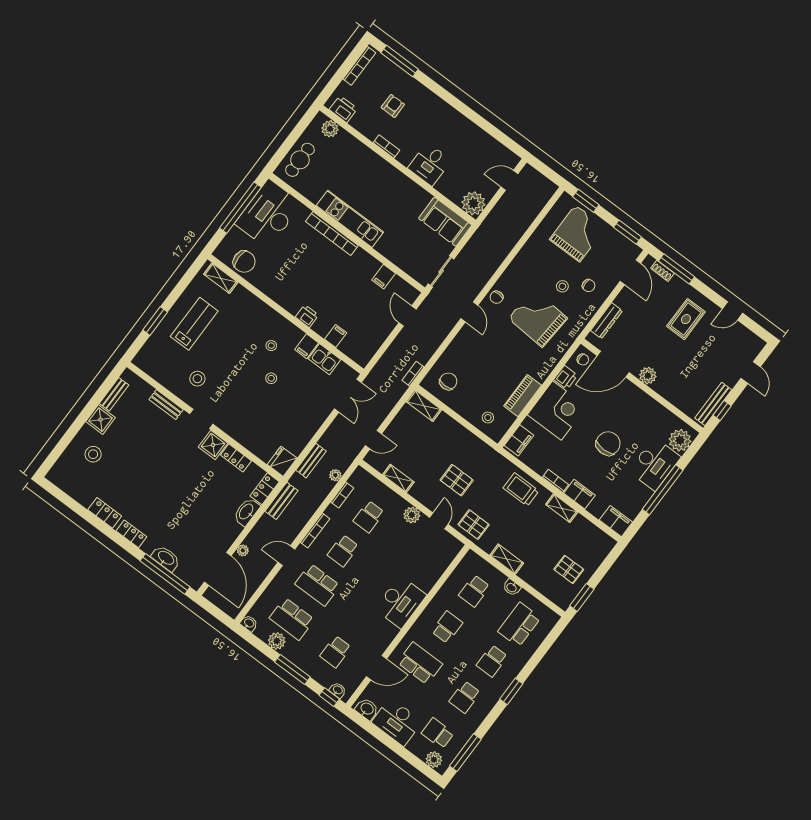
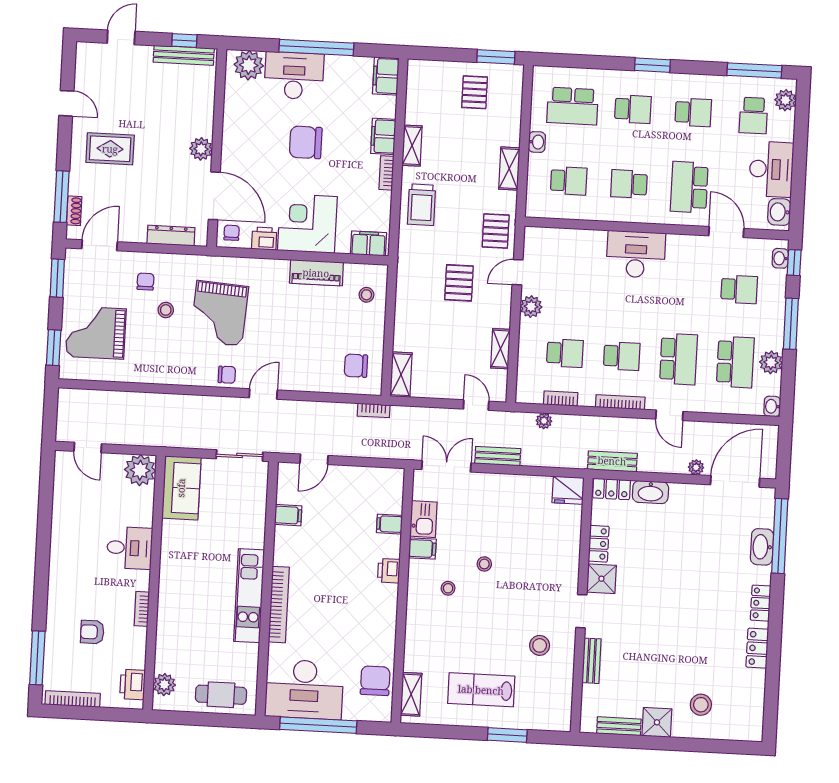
bench: (311, 461) -> (498, 456), moved

